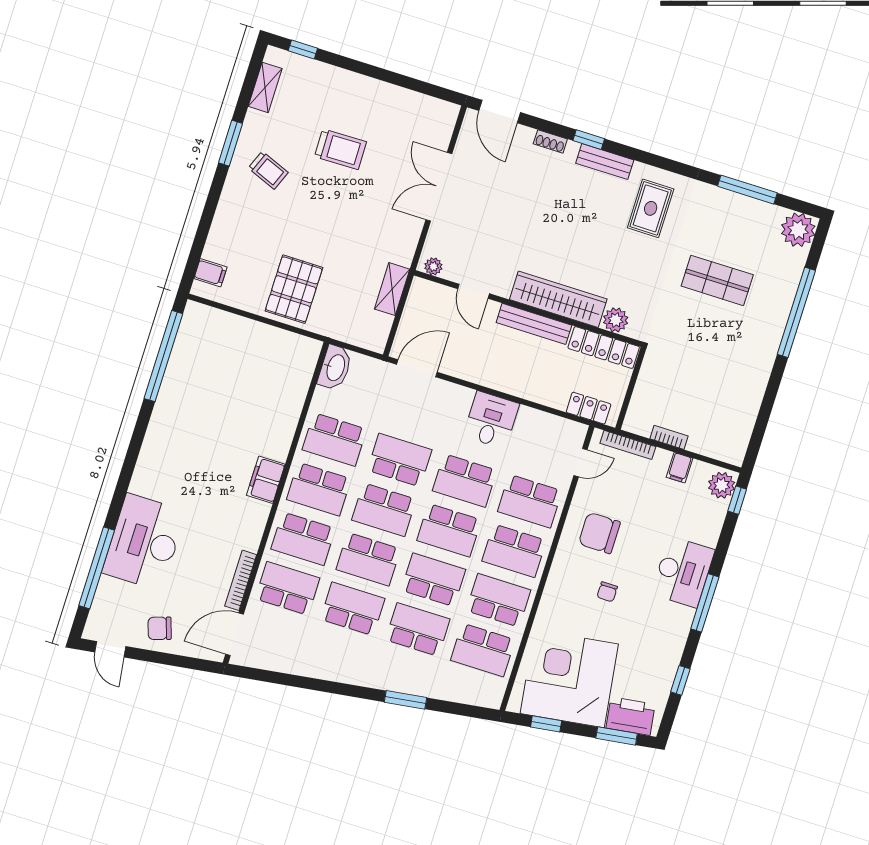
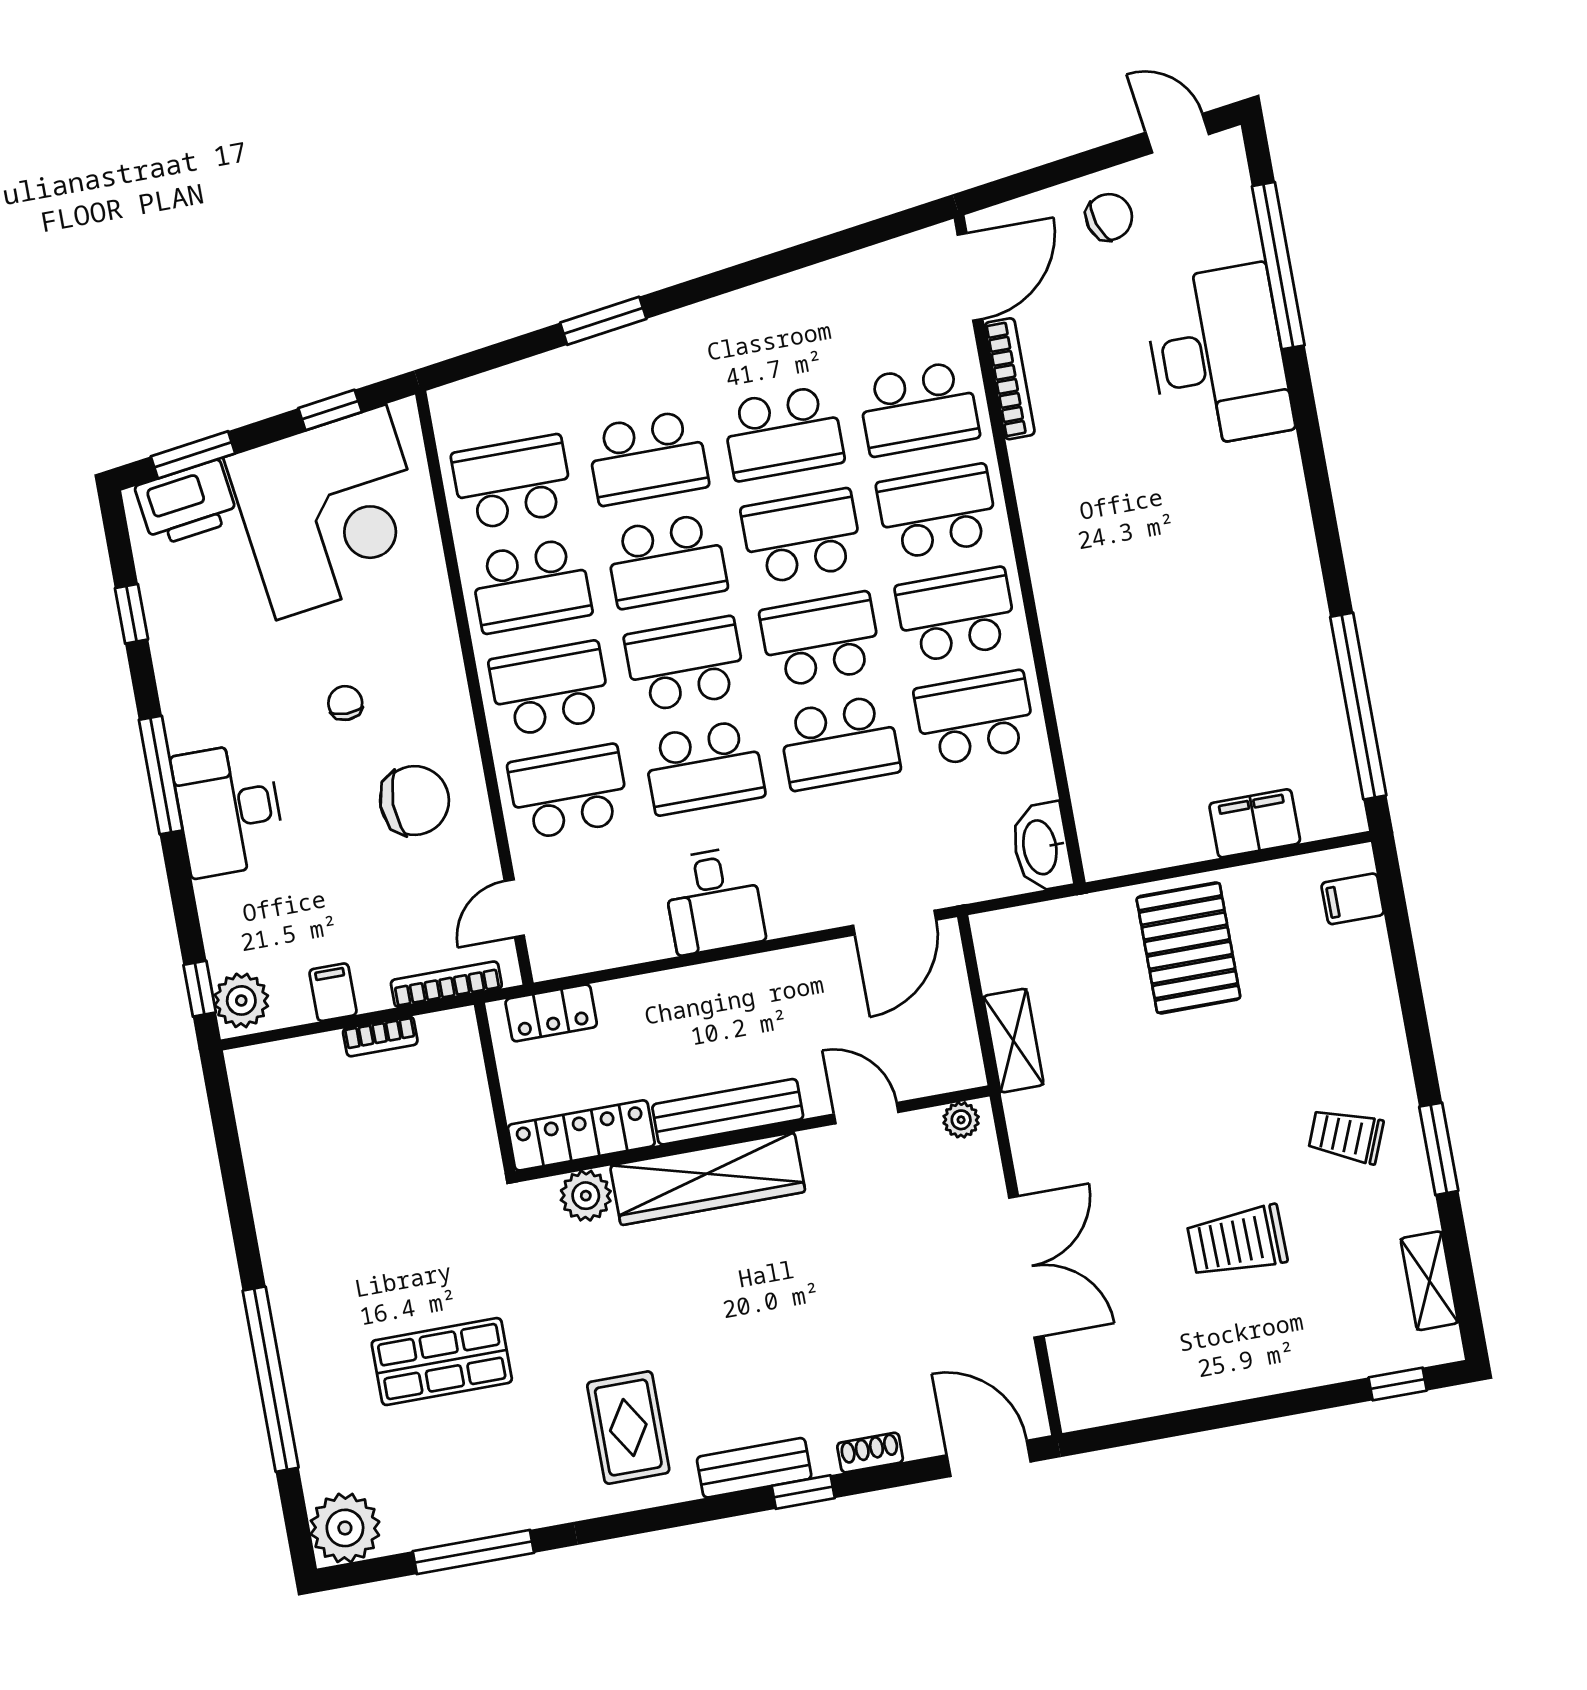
filing cabinet: (266, 480) -> (1255, 823), moved, turned -90
school desk: (465, 481) -> (704, 767), turned 180

